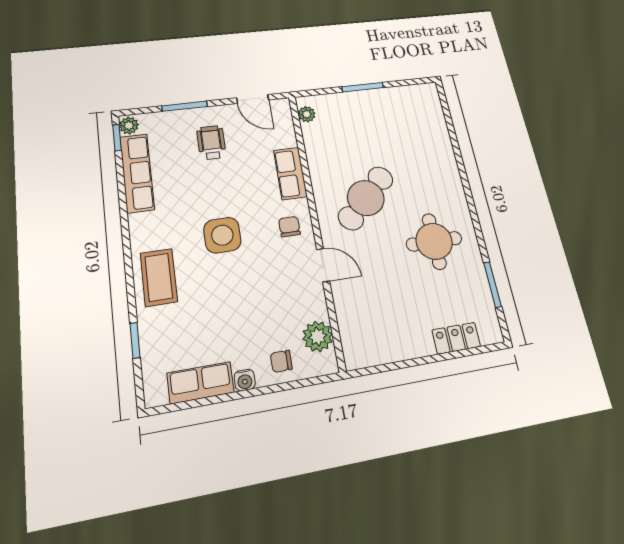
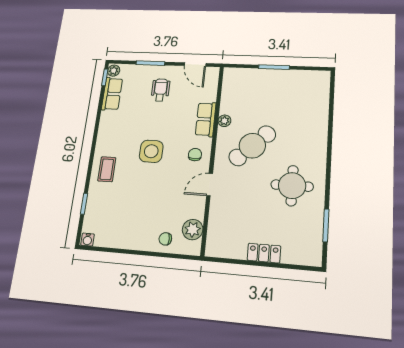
plant: (307, 114) -> (224, 121), moved
row of seats: (137, 173) -> (112, 94), width x0.68
door: (323, 265) -> (210, 185), swing flipped
coffee table: (159, 277) -> (107, 169), width x0.73, depth x0.77
locker: (456, 338) -> (264, 253), moved
water cooler: (245, 380) -> (87, 240), moved
row of seats: (200, 383) -> (114, 239), removed

